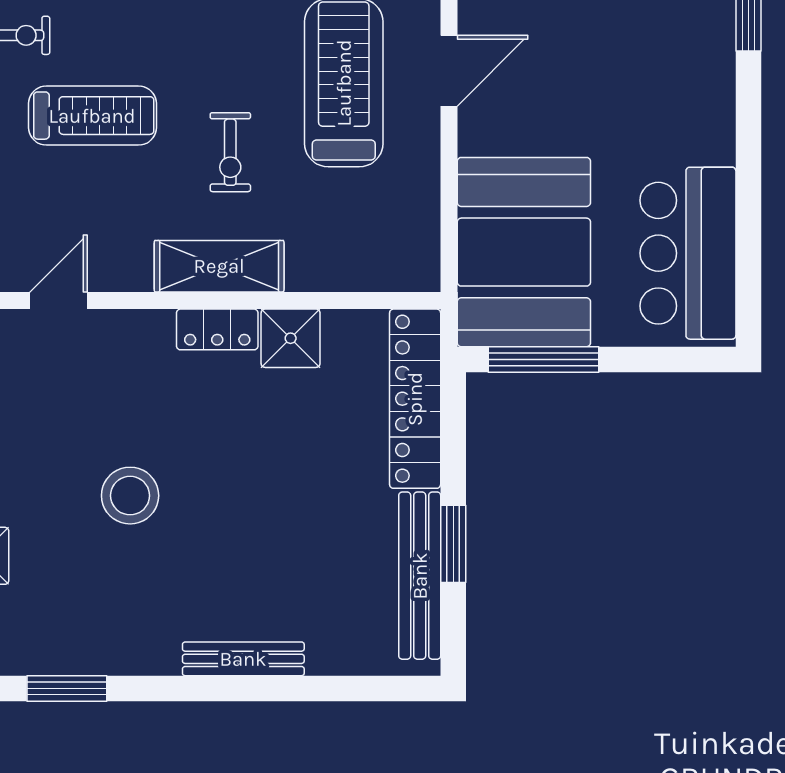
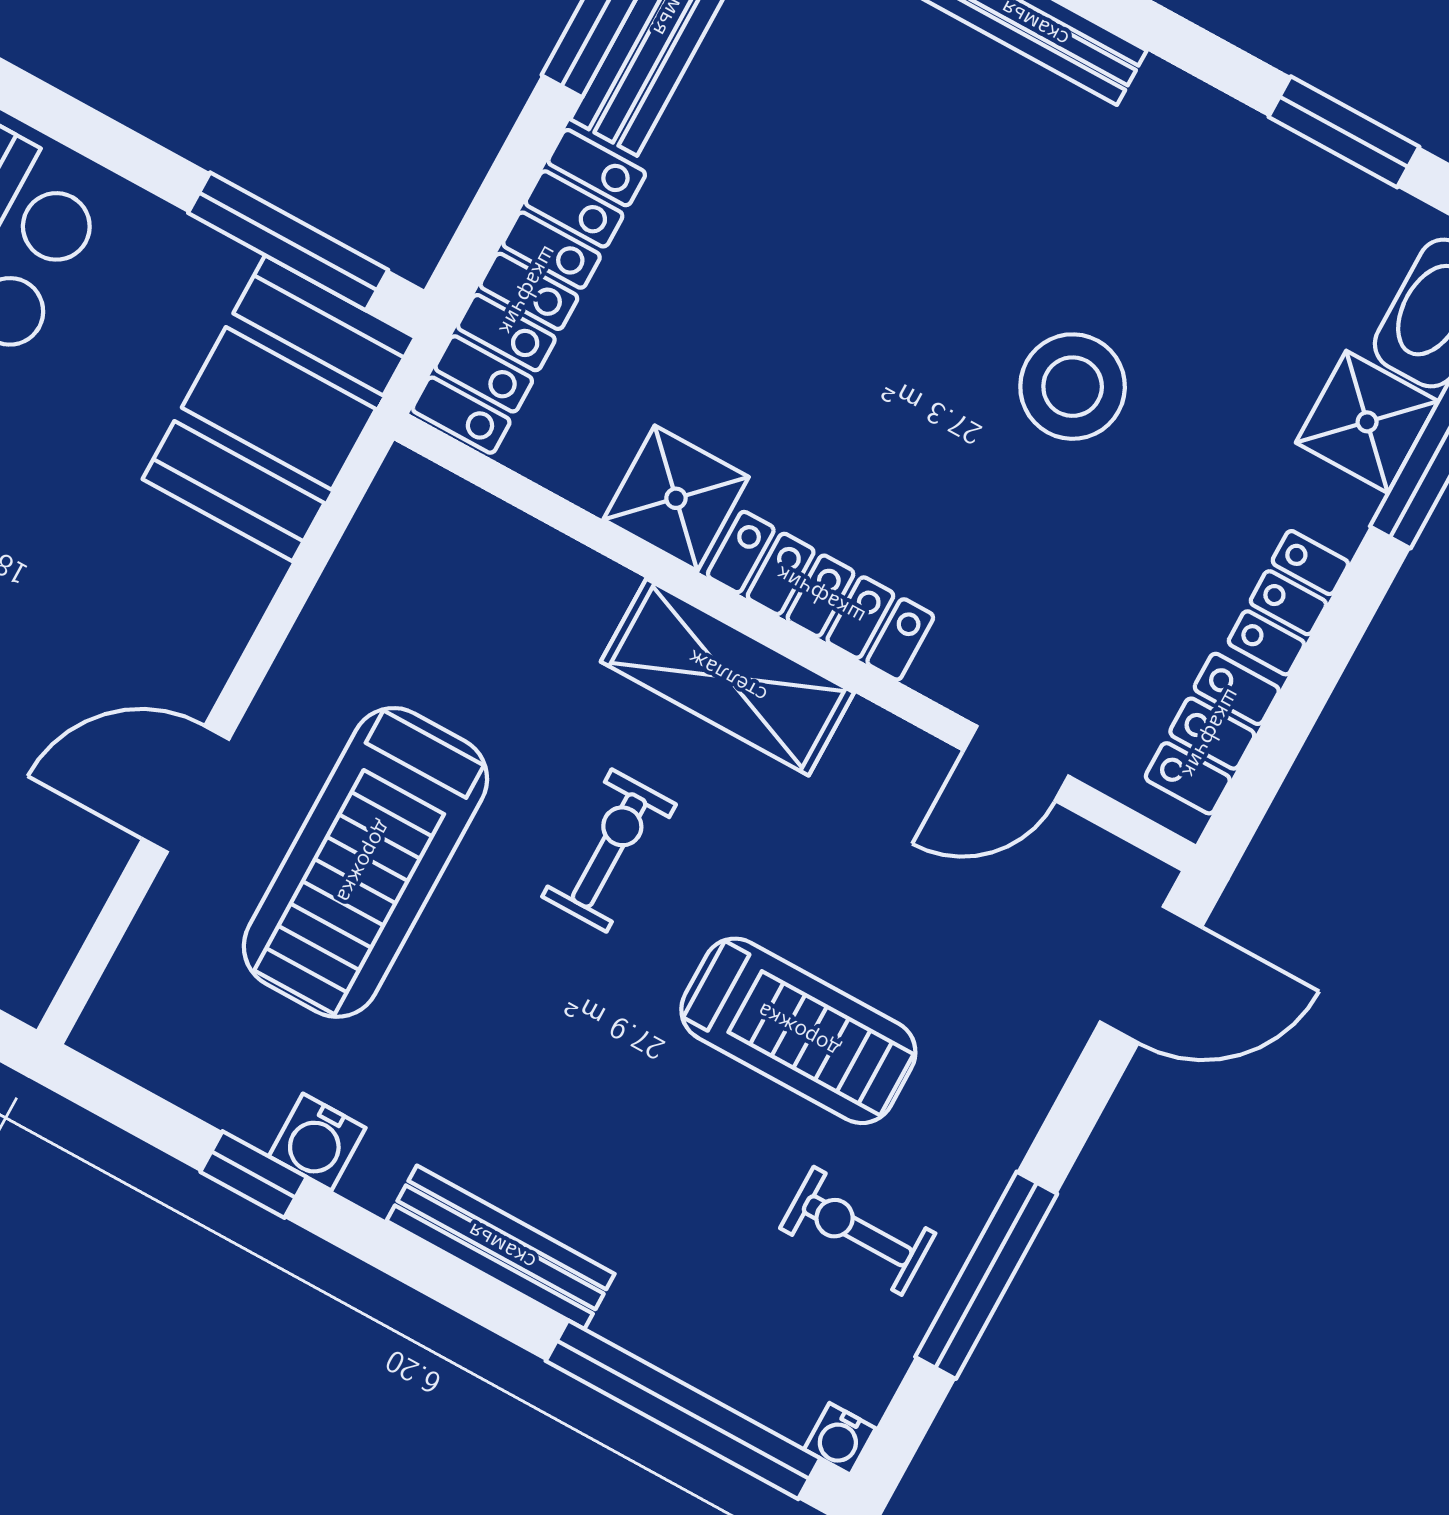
treadmill: (92, 116) -> (798, 1031), turned 180
booth: (524, 252) -> (279, 408), width x0.73, depth x0.70
locker: (217, 329) -> (820, 596), width x1.53

